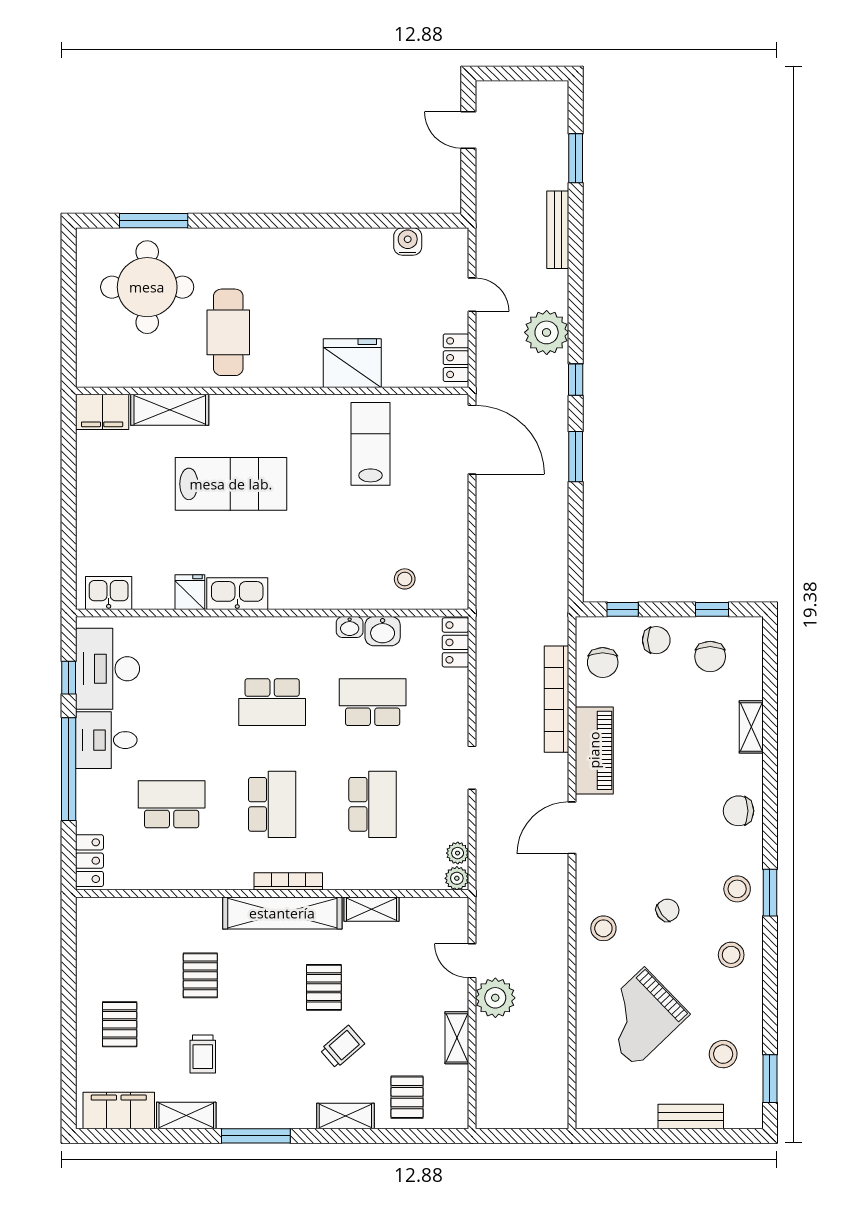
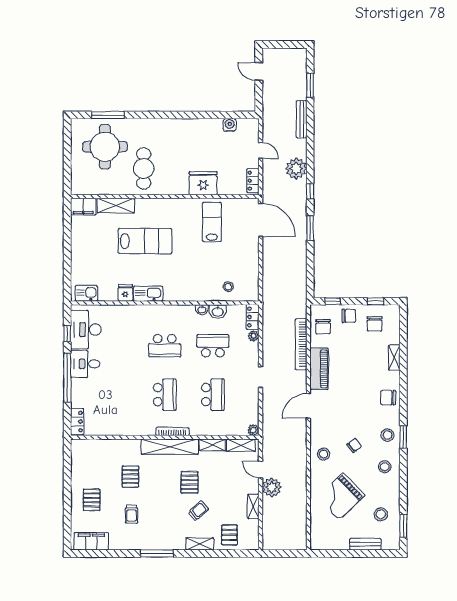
school desk: (172, 804) -> (117, 395), removed
plant: (458, 853) -> (254, 336), moved
shelving: (186, 1116) -> (241, 445), moved

